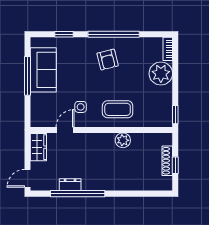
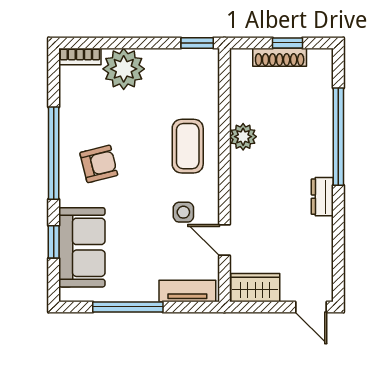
sofa: (43, 70) -> (82, 247), moved, turned 90
tv unit: (37, 109) -> (187, 291), added
dresser: (70, 185) -> (322, 197), moved
window: (78, 194) -> (338, 137), moved

